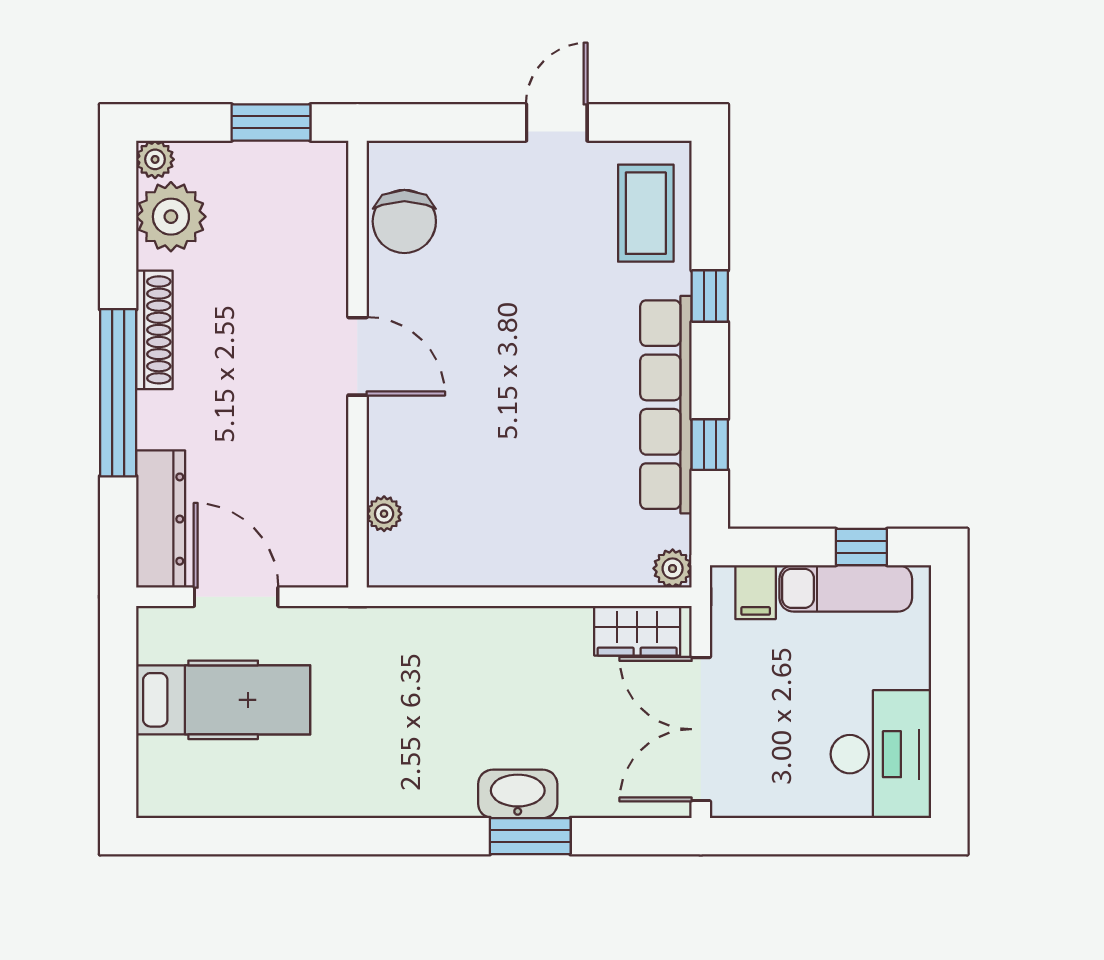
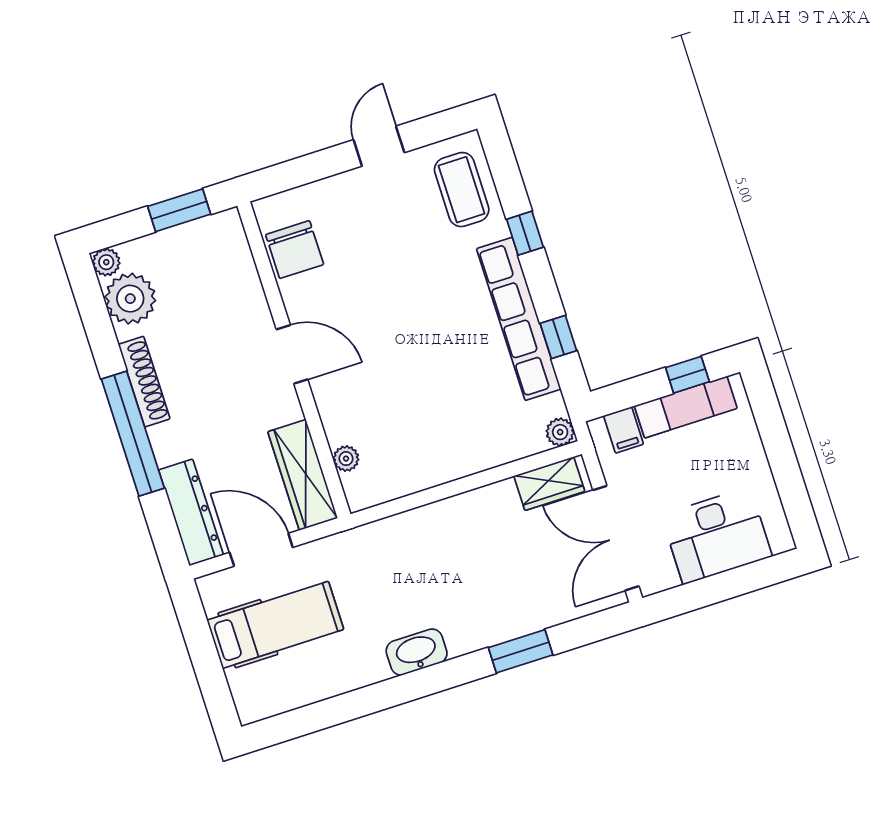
wardrobe: (321, 517) -> (303, 475), added
desk: (881, 754) -> (717, 536), moved, turned 90
washbasin: (518, 794) -> (417, 652), moved

